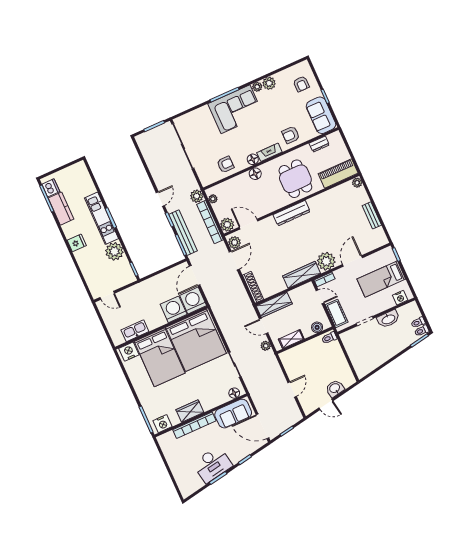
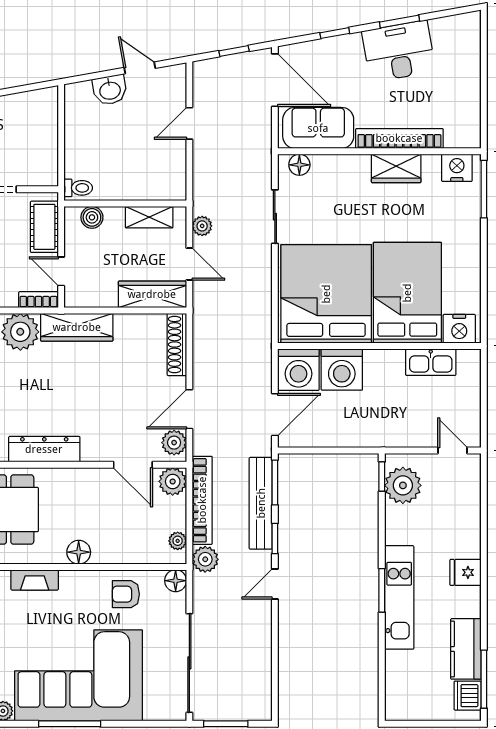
corner sofa: (236, 109) -> (79, 675), width x1.36, depth x1.36
floor lamp: (253, 159) -> (176, 581), moved
plant: (114, 251) -> (403, 485), moved

